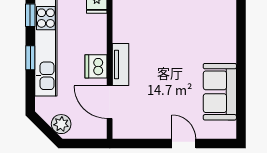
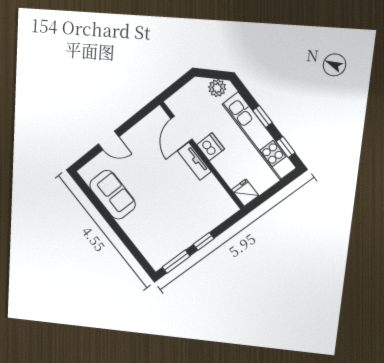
door: (110, 102) -> (182, 129), swing flipped
plant: (61, 124) -> (217, 88), moved

